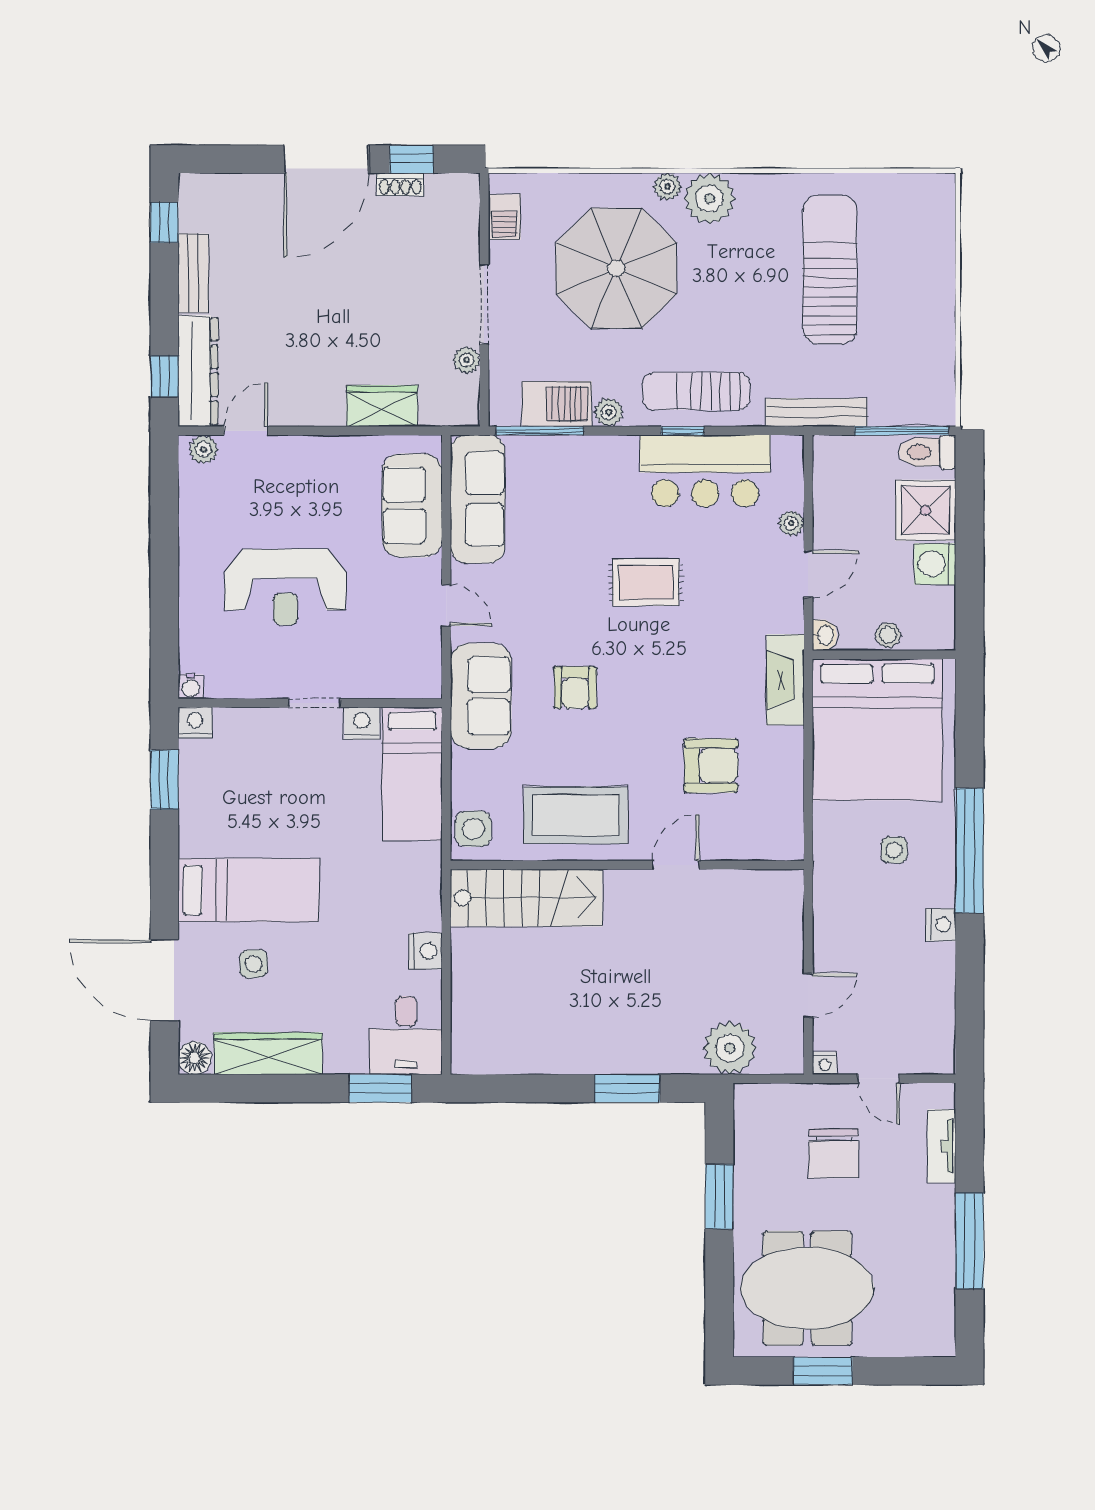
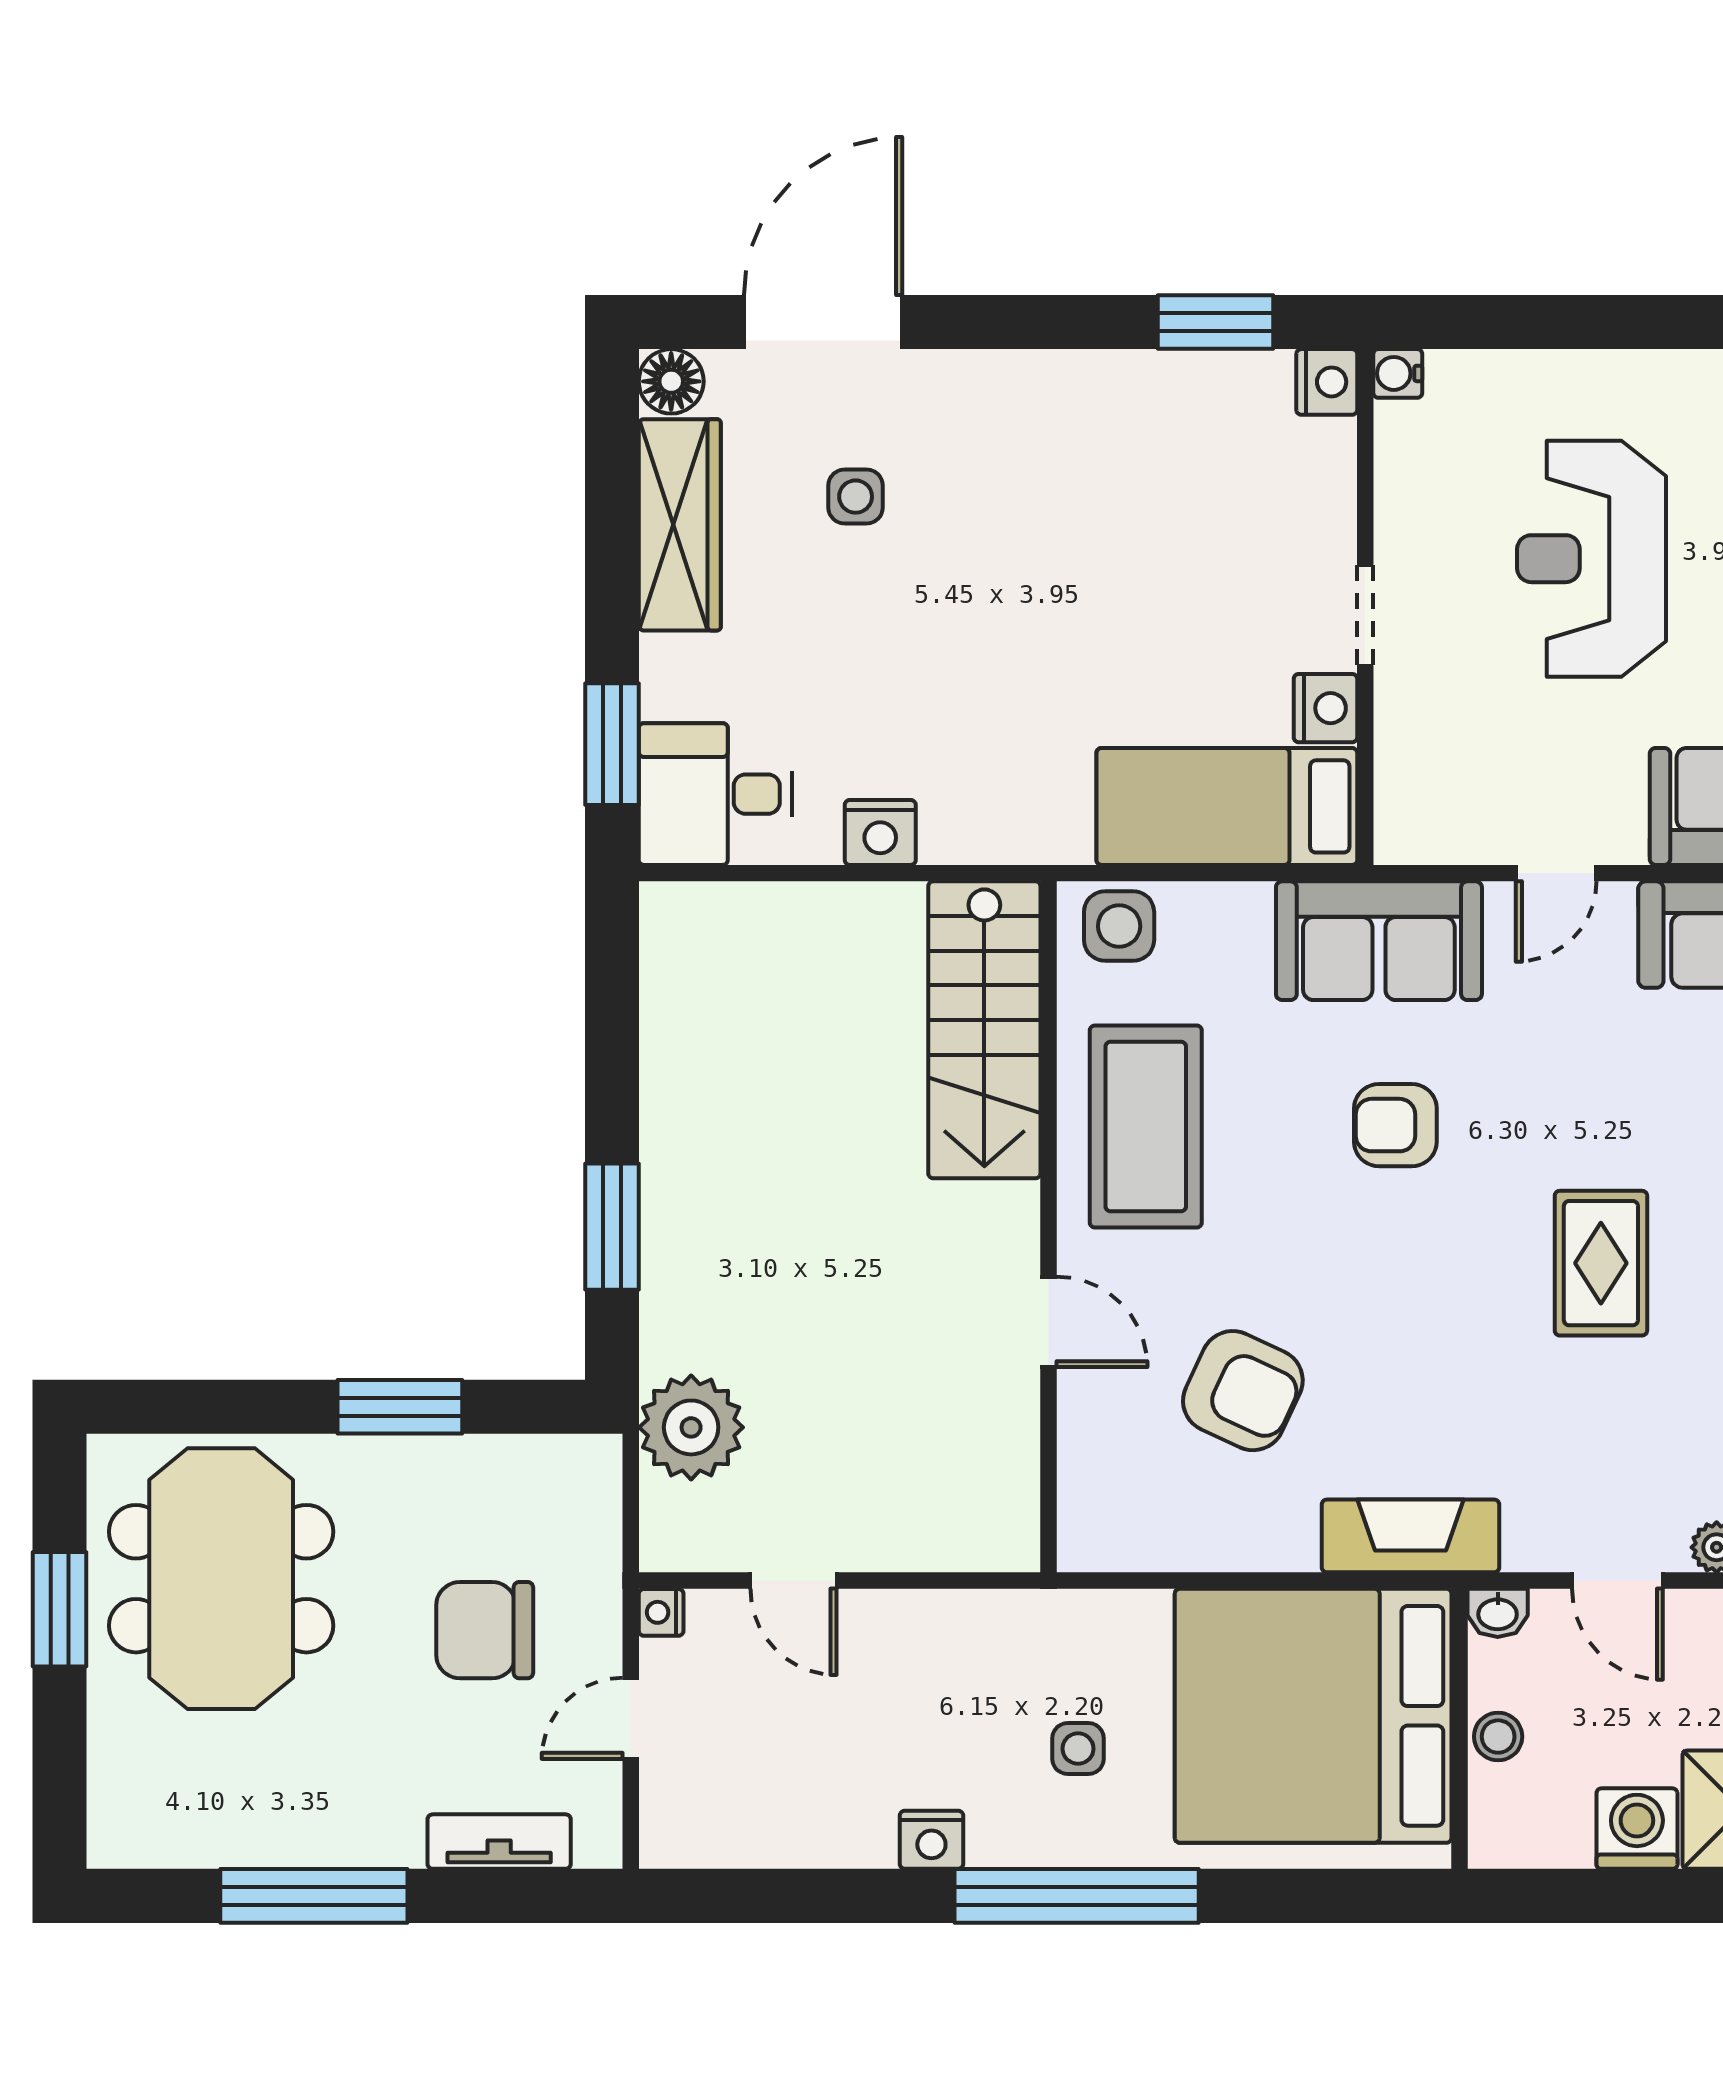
armchair: (711, 766) -> (1243, 1391), turned -65
bed: (248, 890) -> (999, 486), removed

